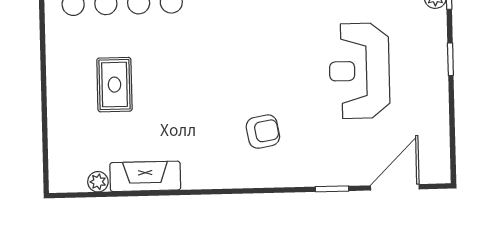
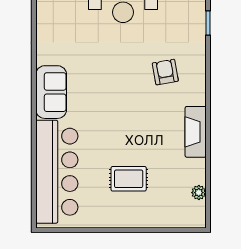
fireplace: (145, 176) -> (196, 132), moved

